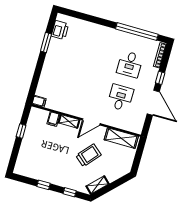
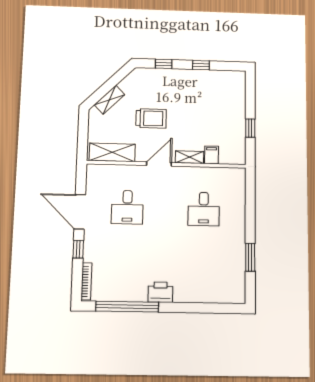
printer: (60, 30) -> (160, 292), moved, turned 90
desk: (130, 64) -> (204, 209), moved, turned 180
filing cabinet: (39, 101) -> (237, 174), removed
trolley: (88, 155) -> (151, 118), turned -131
shelving: (98, 185) -> (109, 100), moved

